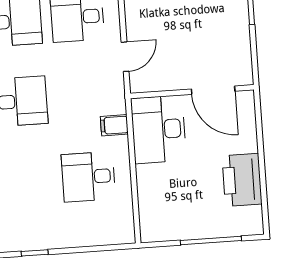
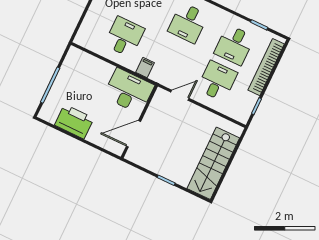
door: (125, 57) -> (180, 95), swing flipped

